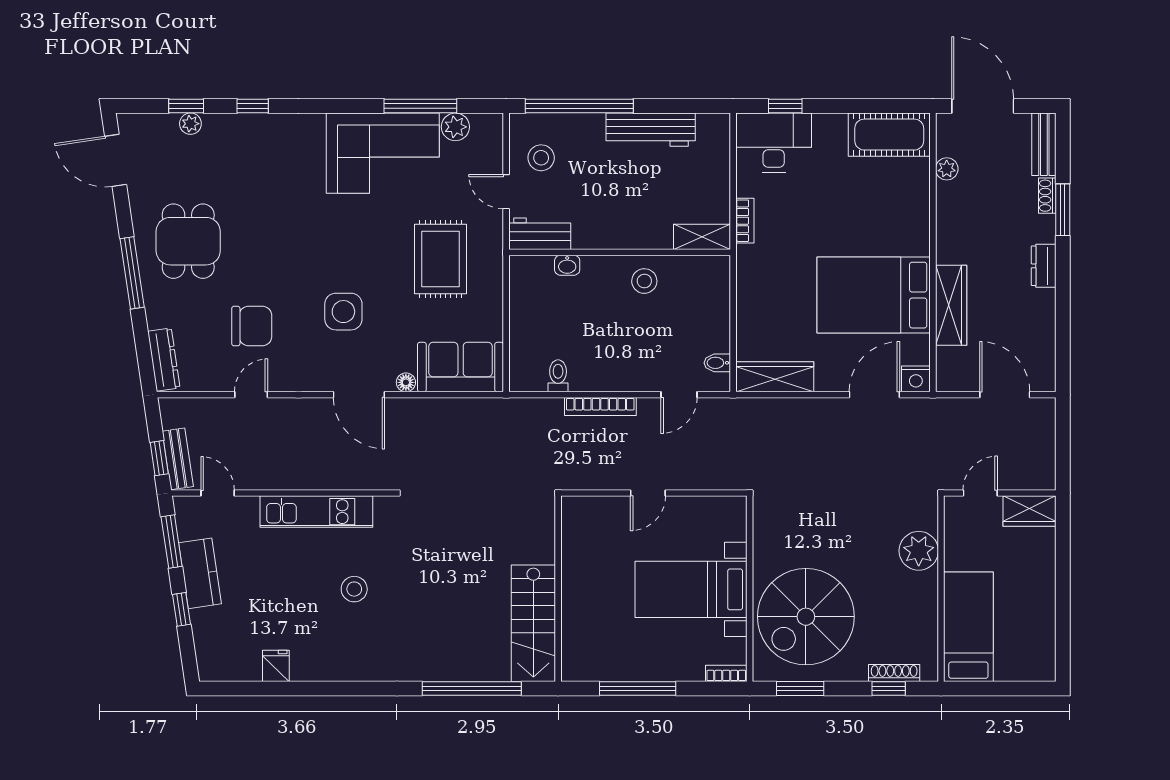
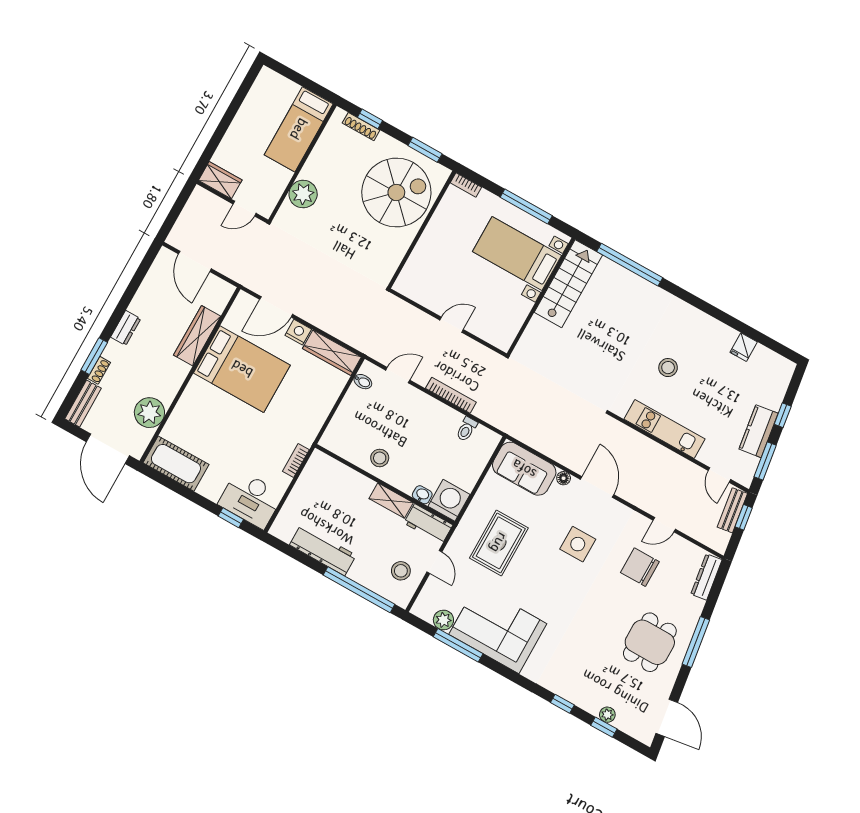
plant: (947, 169) -> (149, 413), width x1.88, depth x1.88
shelving: (702, 237) -> (391, 501), moved
washing machine: (531, 277) -> (449, 500), added
nightstand: (916, 379) -> (298, 332), moved
bed with nightstands: (691, 589) -> (517, 254), moved, turned 180

